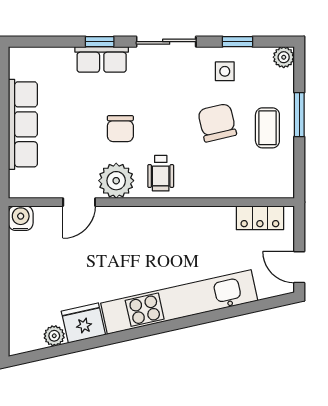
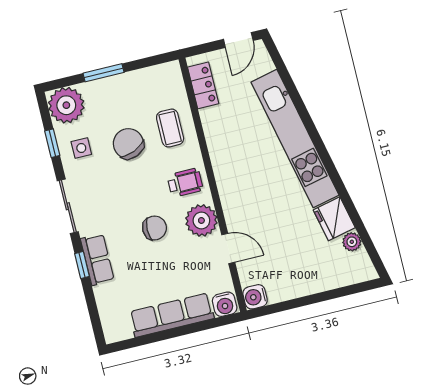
plant: (284, 57) -> (66, 105), width x1.88, depth x1.88
chair: (217, 123) -> (128, 144), turned 80
coffee table: (267, 128) -> (170, 128), moved, turned 90
water cooler: (21, 184) -> (225, 304), added

